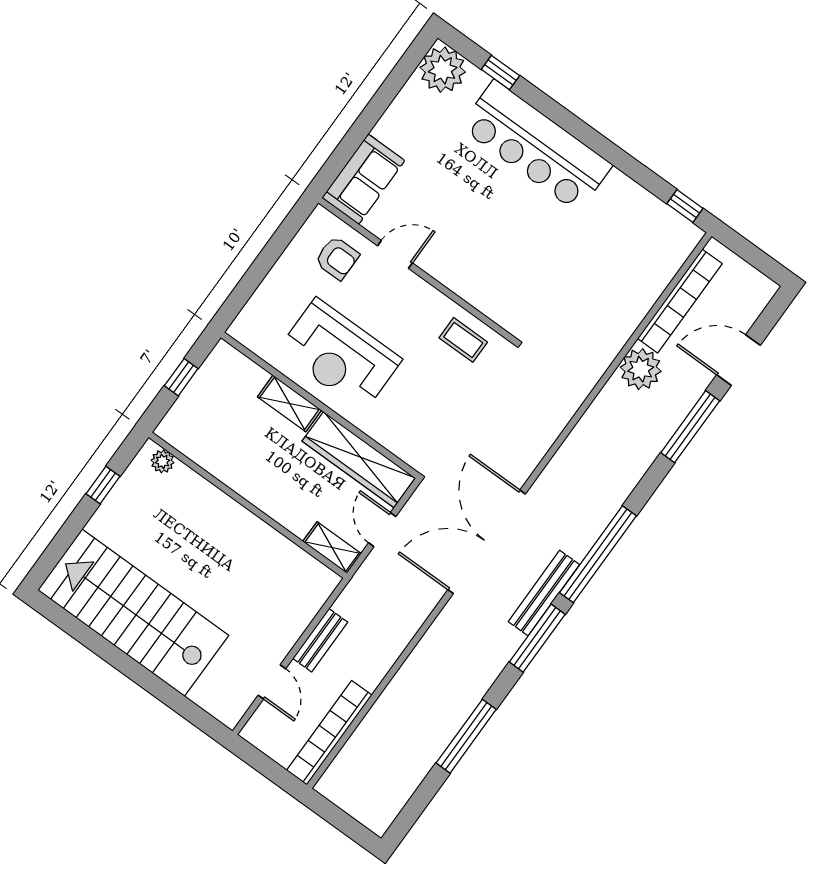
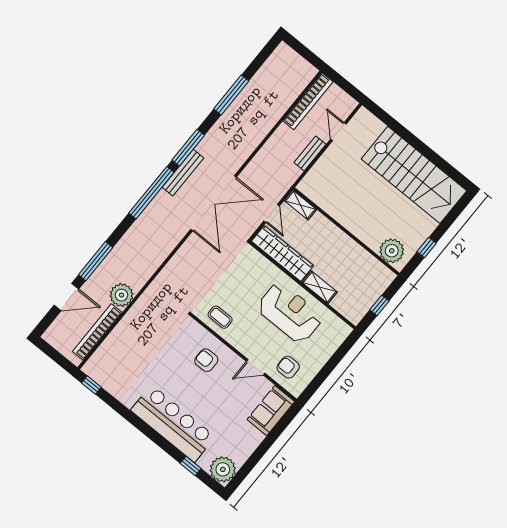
armchair: (483, 262) -> (206, 360), added
plant: (163, 461) -> (392, 251), width x1.88, depth x1.88

